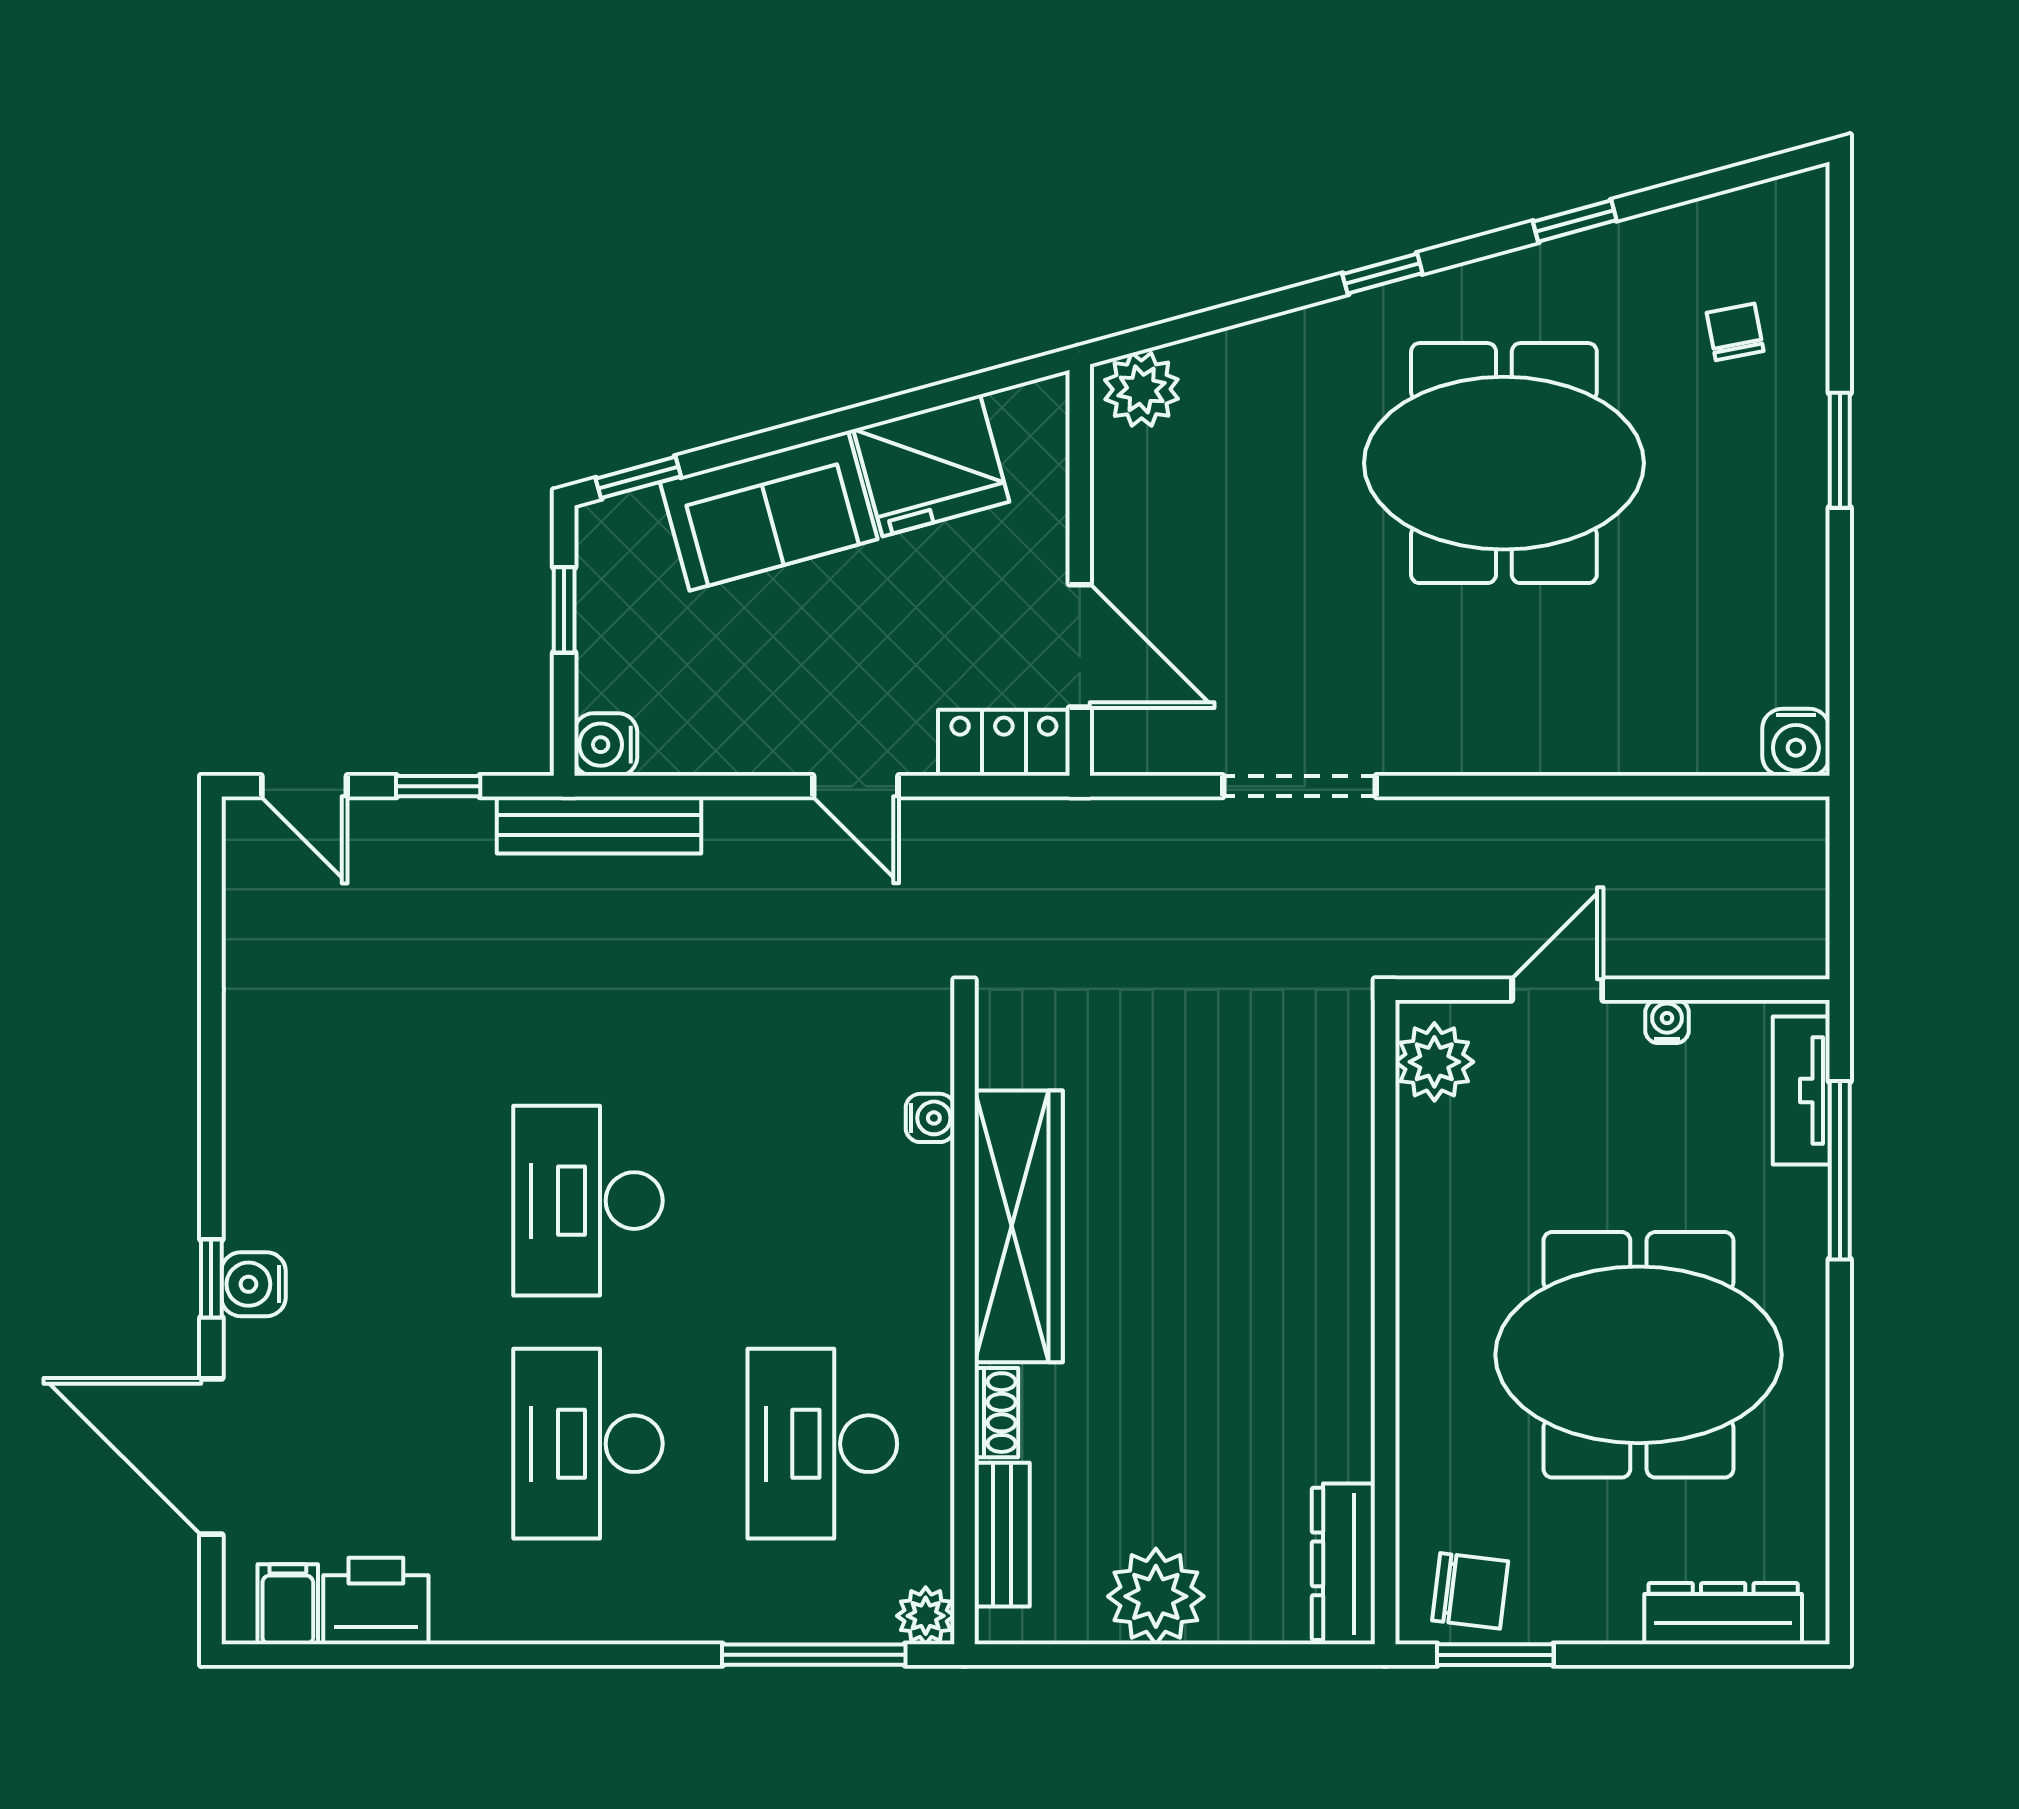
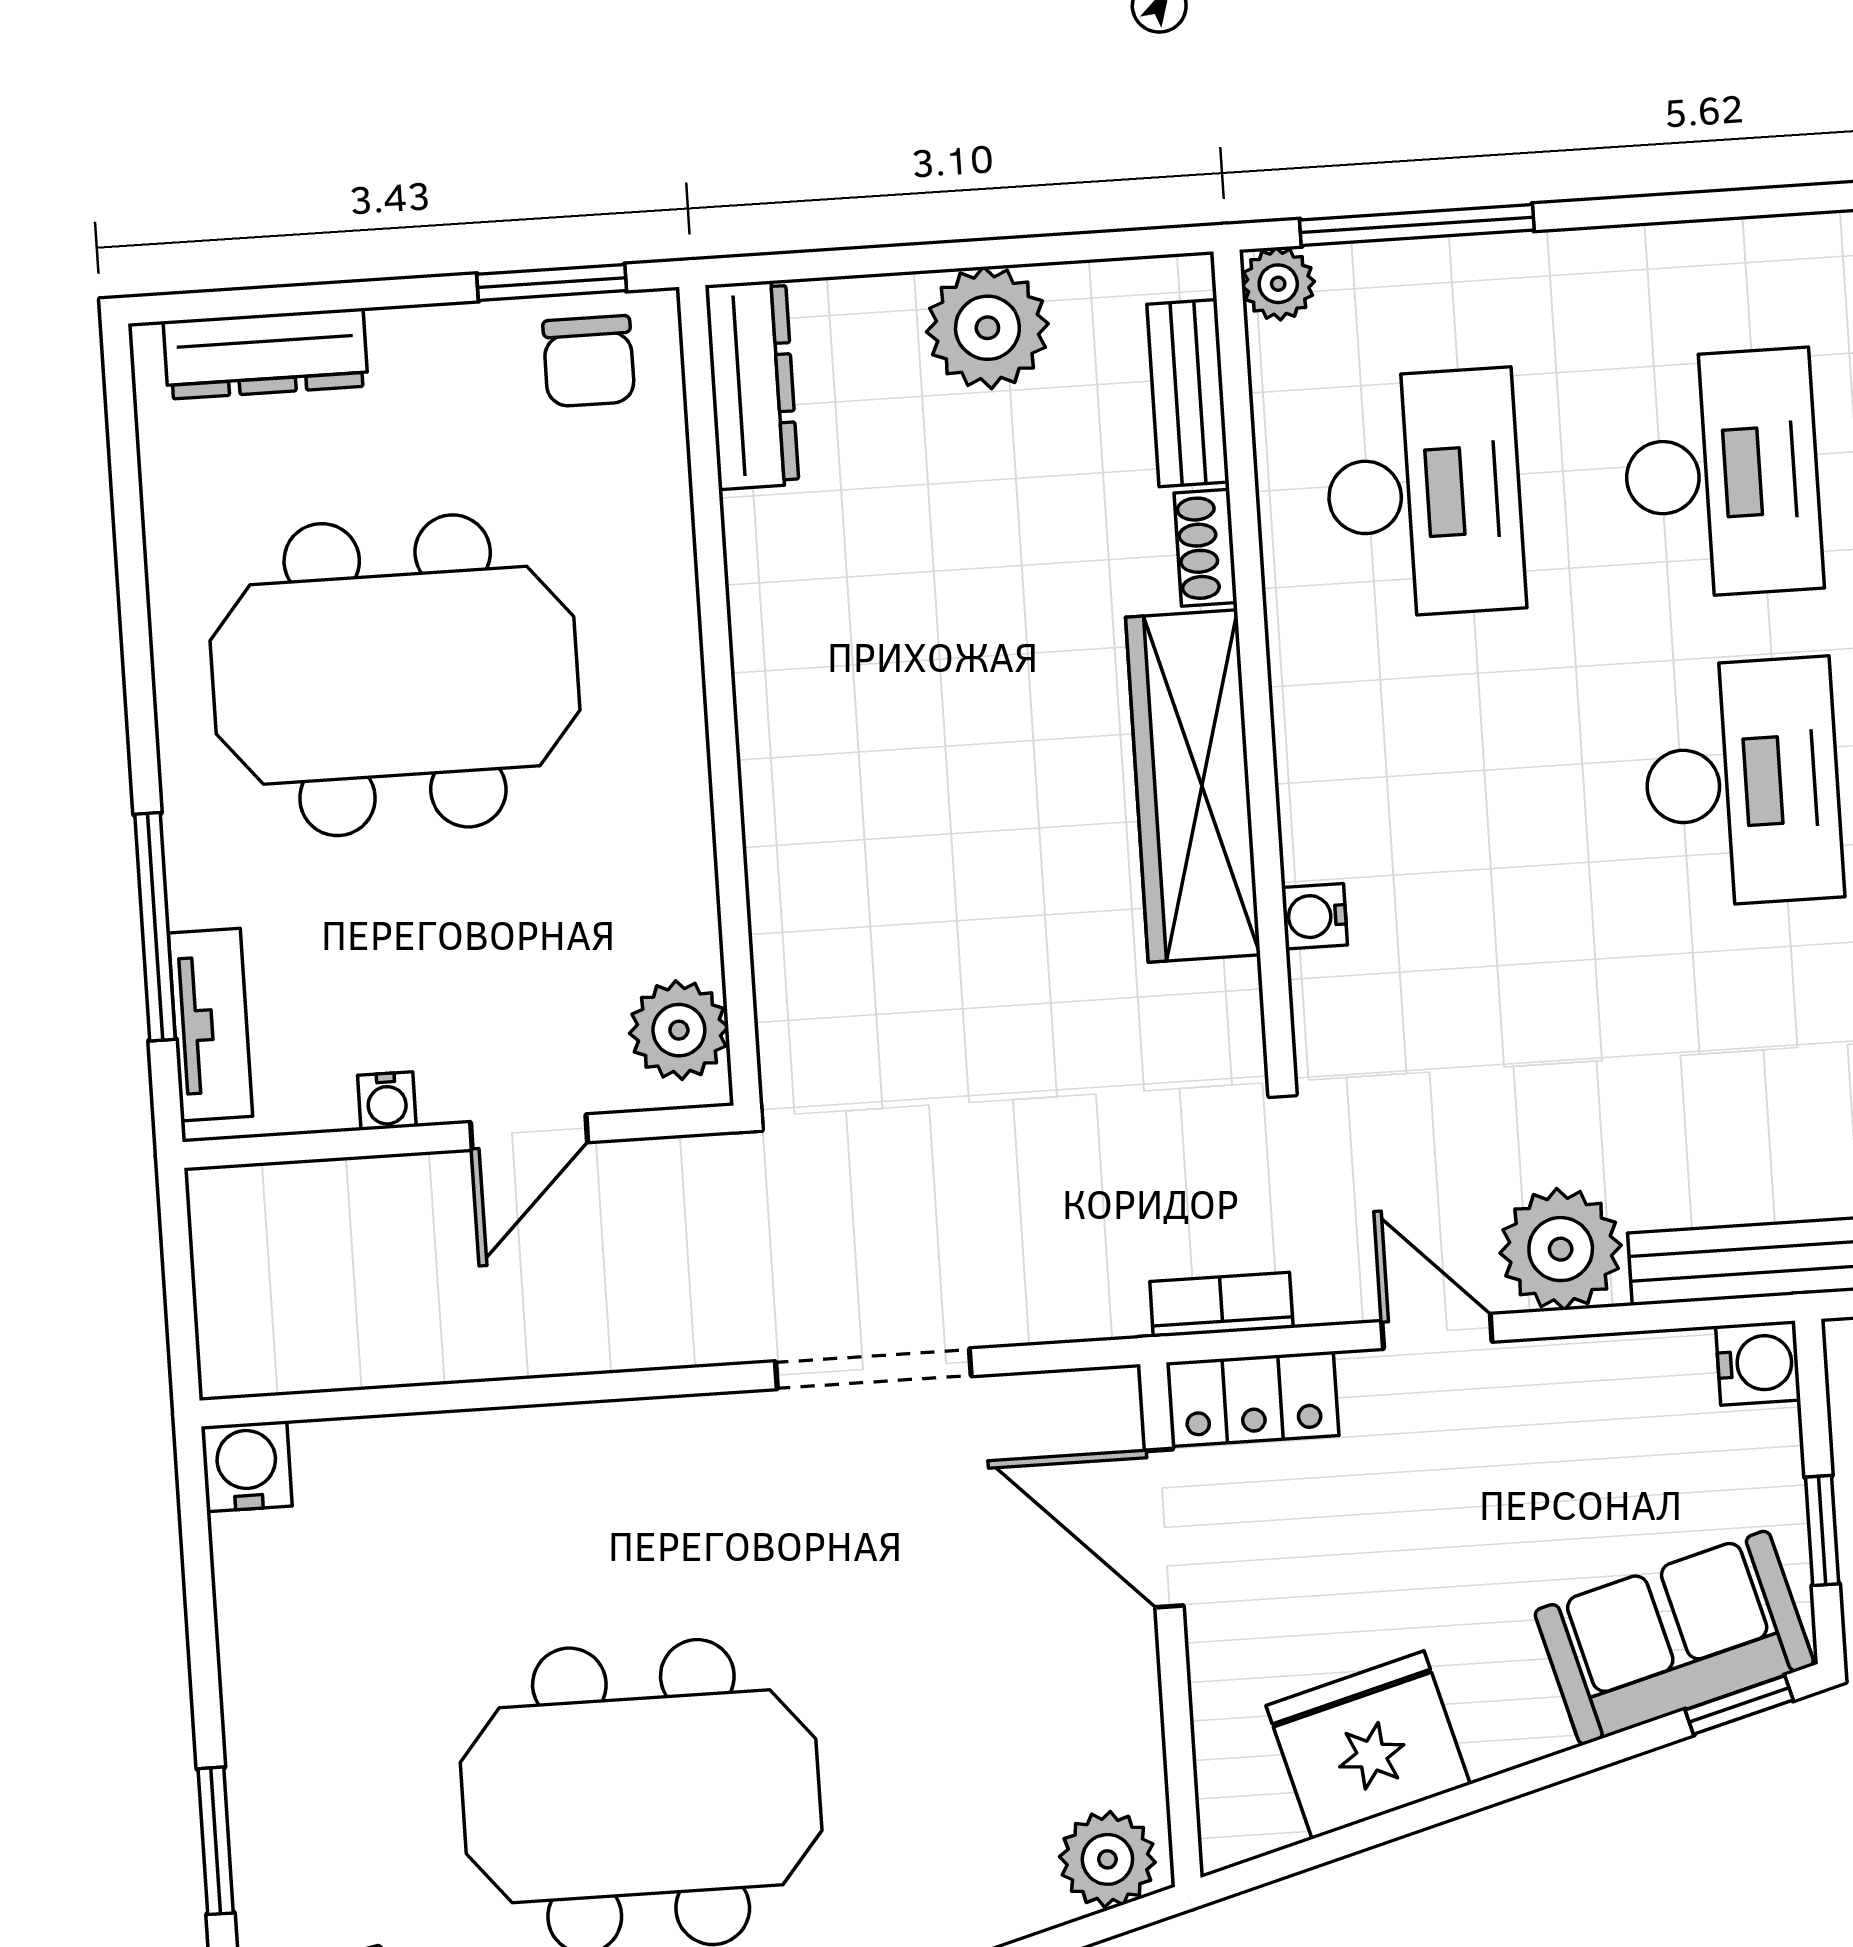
sofa: (769, 511) -> (1674, 1638), moved
bookcase: (1023, 818) -> (1221, 1305), added
plant: (754, 844) -> (1561, 1249), added
chair: (1470, 1591) -> (589, 361), turned -97

